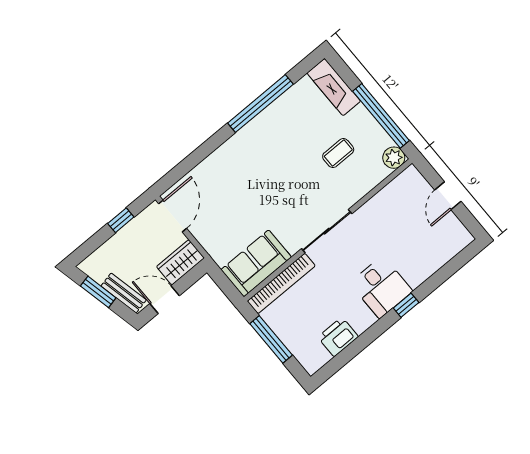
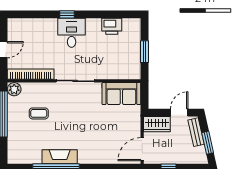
fireplace: (334, 87) -> (60, 157), moved, turned -90
bookcase: (281, 283) -> (31, 74), moved
door: (165, 300) -> (179, 113), swing flipped
window: (271, 339) -> (144, 52), width x0.69

